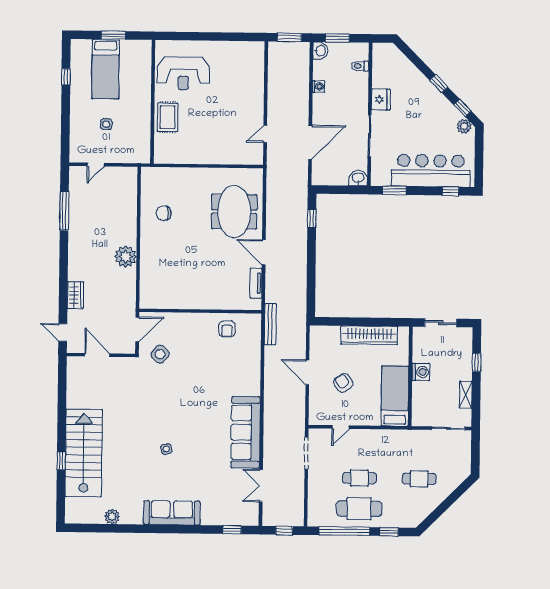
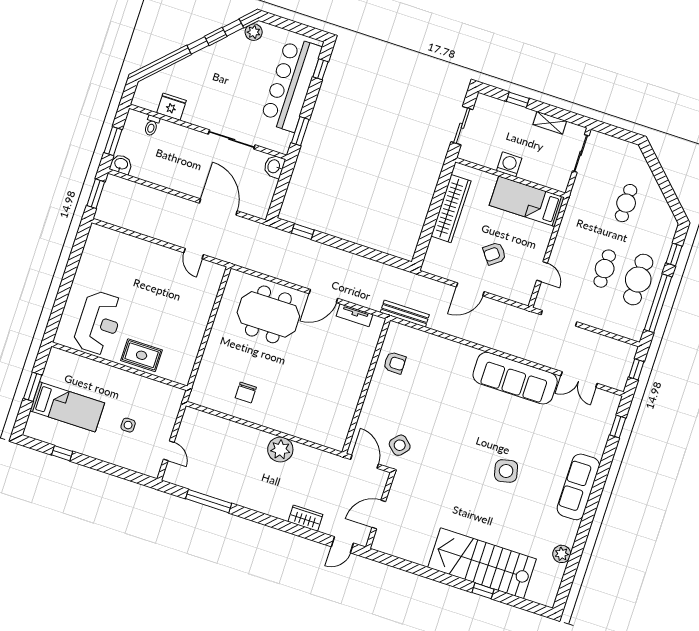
washing machine: (318, 86) -> (160, 179), removed
fridge: (381, 99) -> (171, 107), moved
side table: (166, 449) -> (506, 471), width x1.87, depth x1.87

